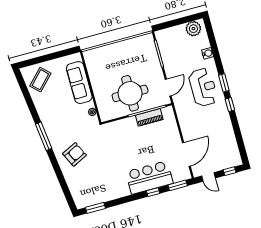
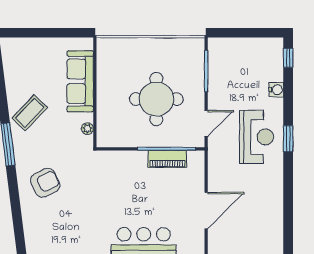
plant: (193, 29) -> (266, 49), removed
coffee table: (40, 80) -> (30, 113), moved
round table: (130, 93) -> (156, 99), moved
window: (230, 105) -> (288, 58), moved
door: (186, 154) -> (206, 211), moved

